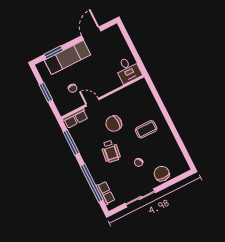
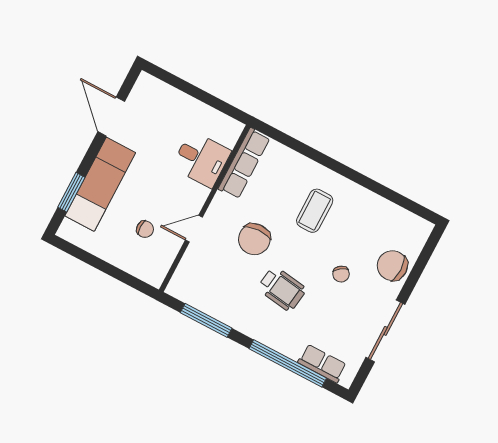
desk: (128, 70) -> (201, 159), moved
window: (46, 92) -> (105, 267), removed
row of seats: (75, 118) -> (244, 163), moved, width x1.48

